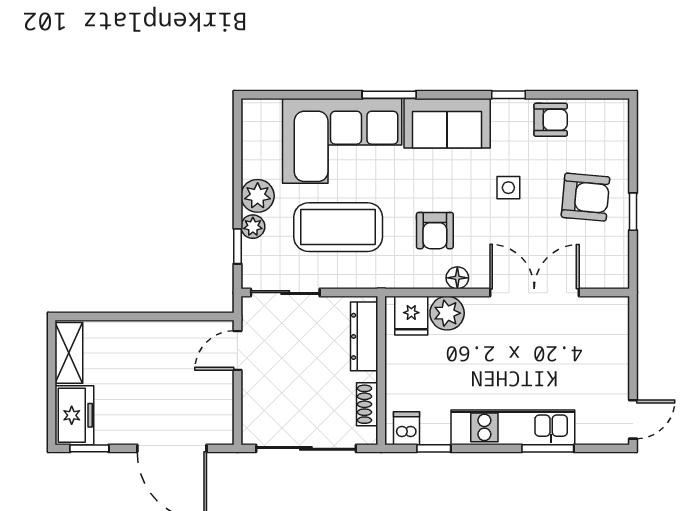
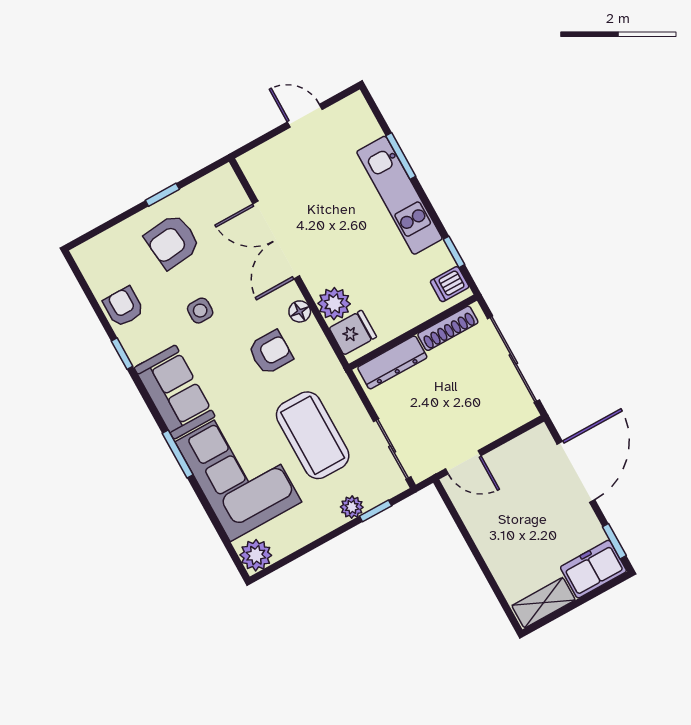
plant: (258, 196) -> (256, 555), moved
armchair: (585, 197) -> (172, 241), turned -101
shoe rack: (367, 404) -> (448, 328), width x1.43
door: (633, 419) -> (305, 116), moved

